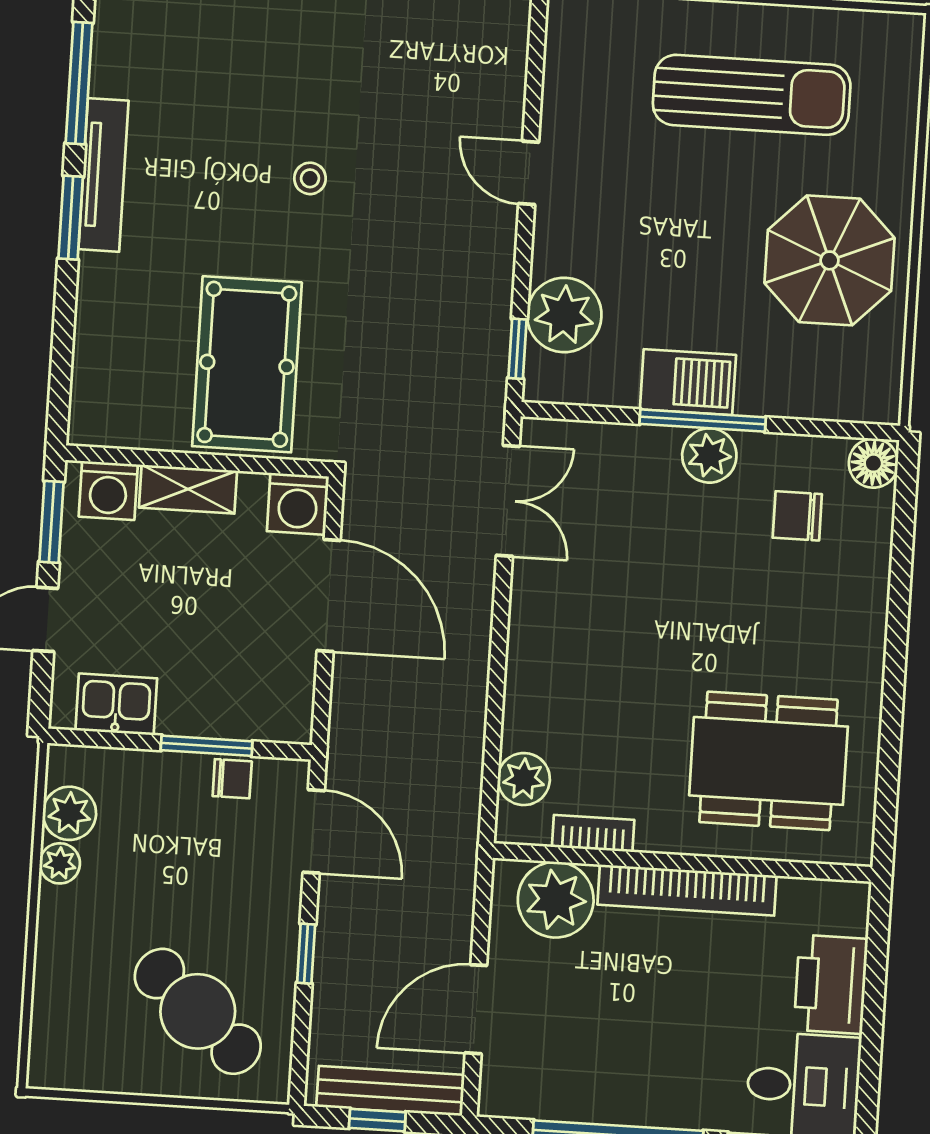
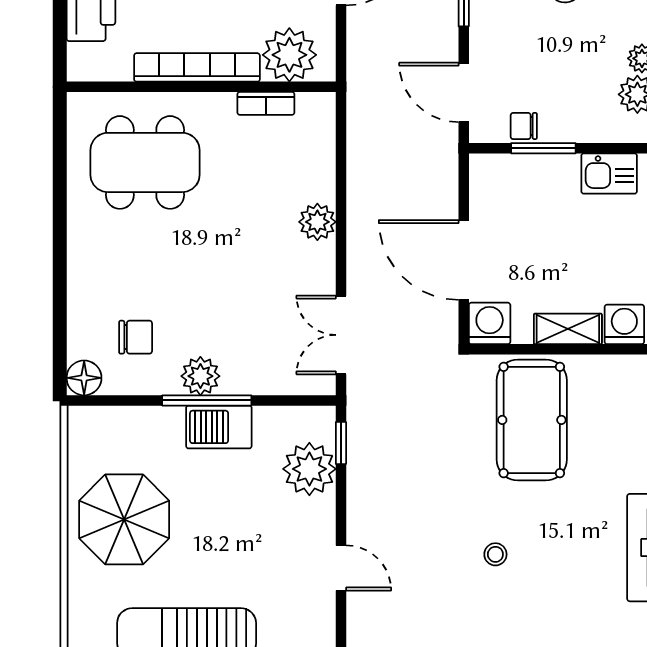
plant: (524, 779) -> (317, 222), moved

